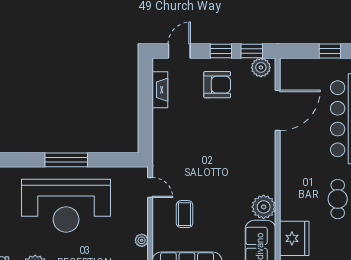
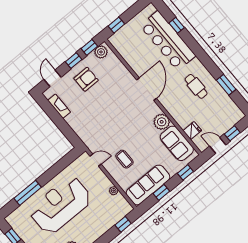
window: (330, 51) -> (116, 25), moved
door: (278, 110) -> (147, 89), moved
window: (66, 160) -> (28, 193), moved
reception desk: (66, 206) -> (60, 205), turned 180
fridge: (294, 238) -> (192, 131), width x0.53, depth x0.75

